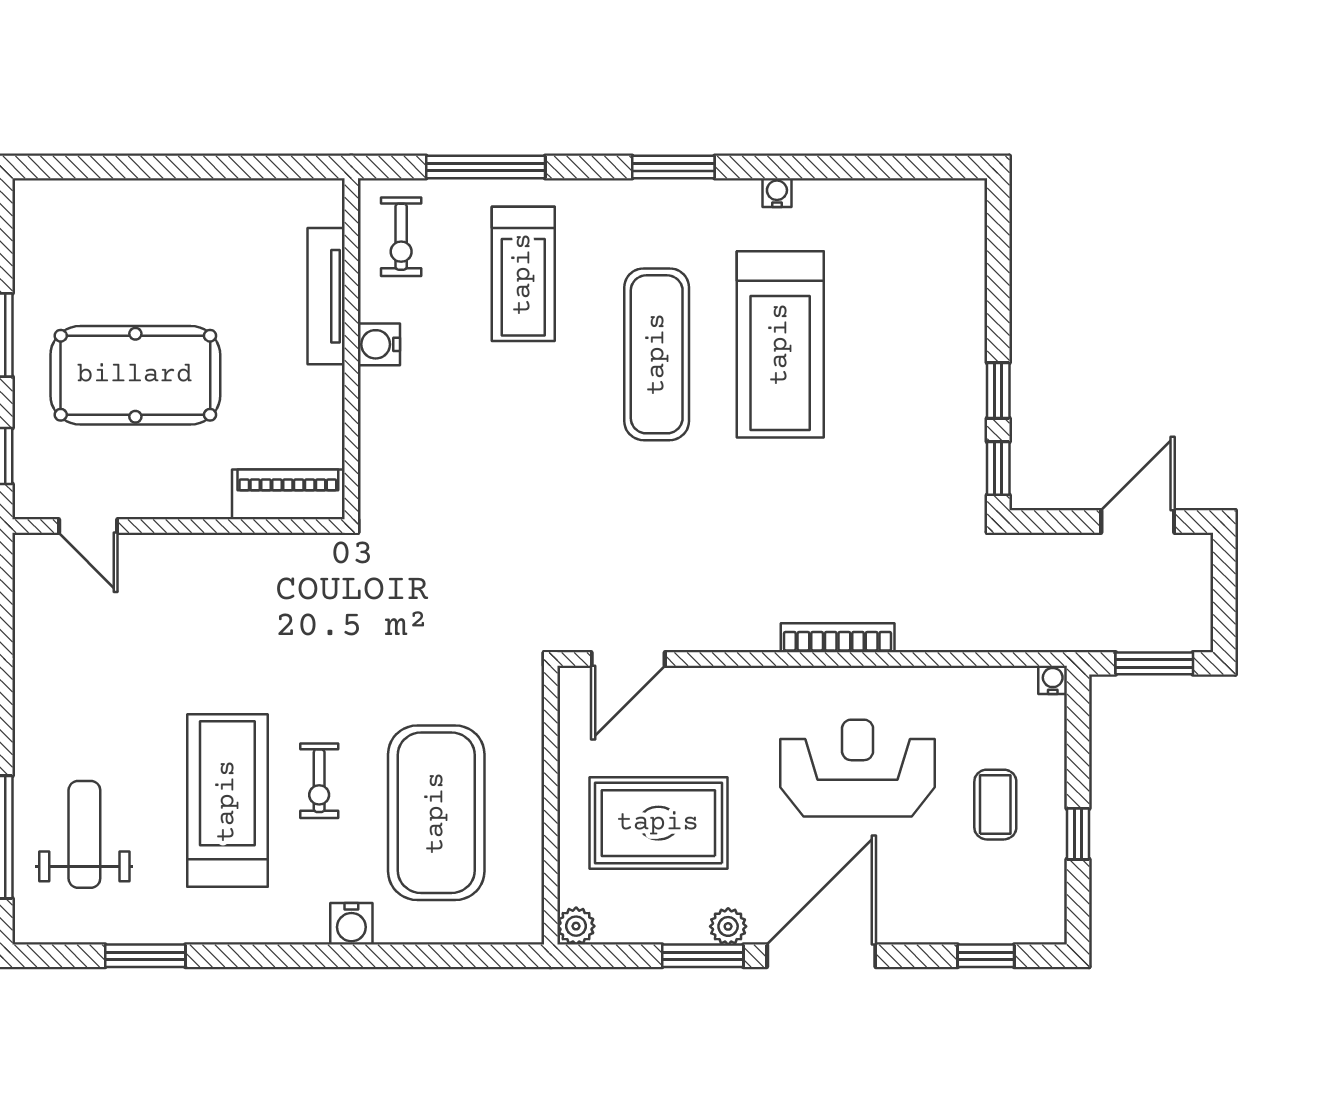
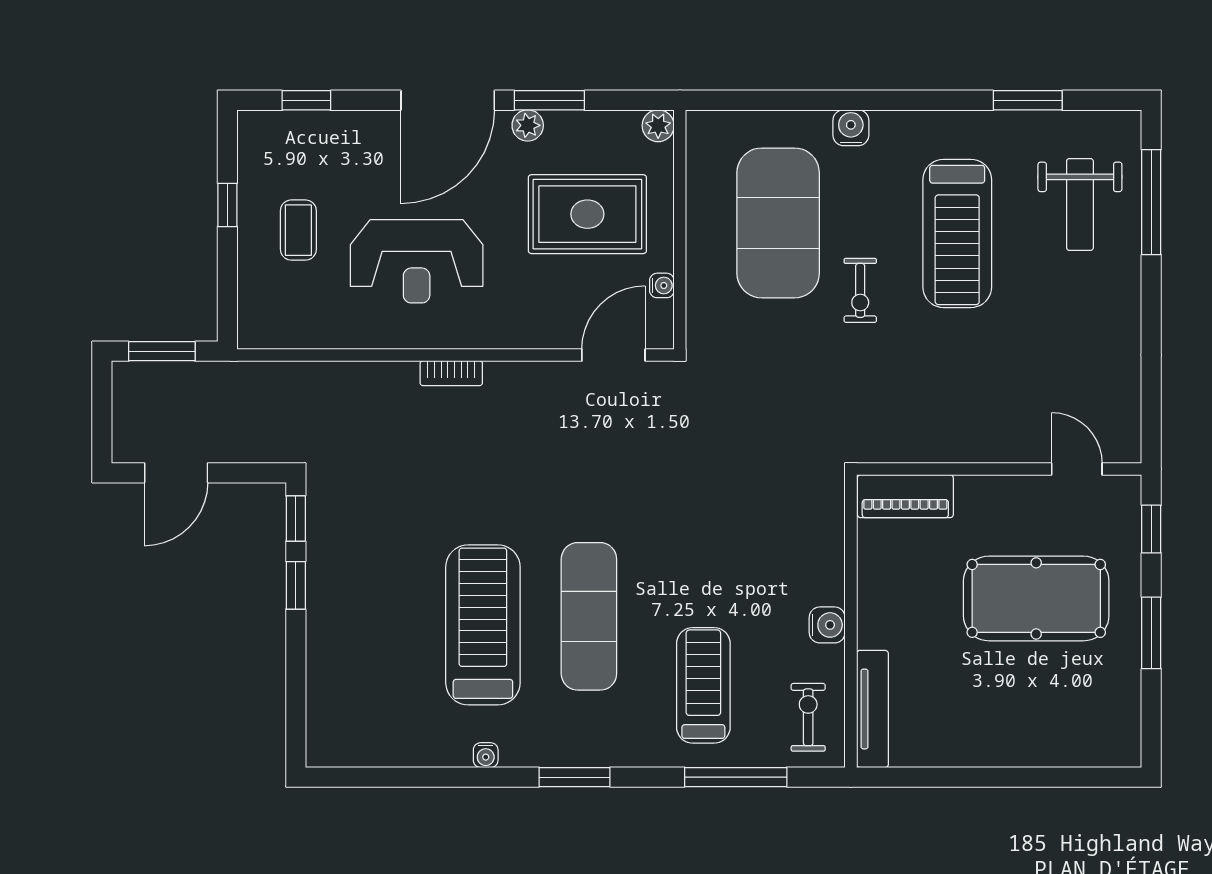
tv unit: (326, 296) -> (872, 709), moved
bookcase: (838, 638) -> (451, 373), width x0.64
water cooler: (1053, 680) -> (662, 285), moved, turned -90
exercise bike: (319, 781) -> (860, 290), moved, turned 180

